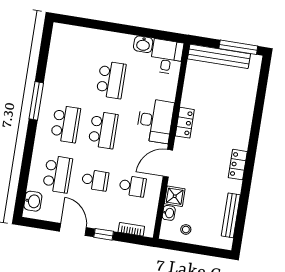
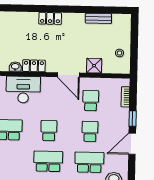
desk: (155, 121) -> (23, 90), moved
school desk: (103, 130) -> (49, 131), width x0.54
locker: (238, 165) -> (50, 18), moved
washbasin: (169, 213) -> (15, 67), moved
bench: (231, 215) -> (98, 18), width x0.73

